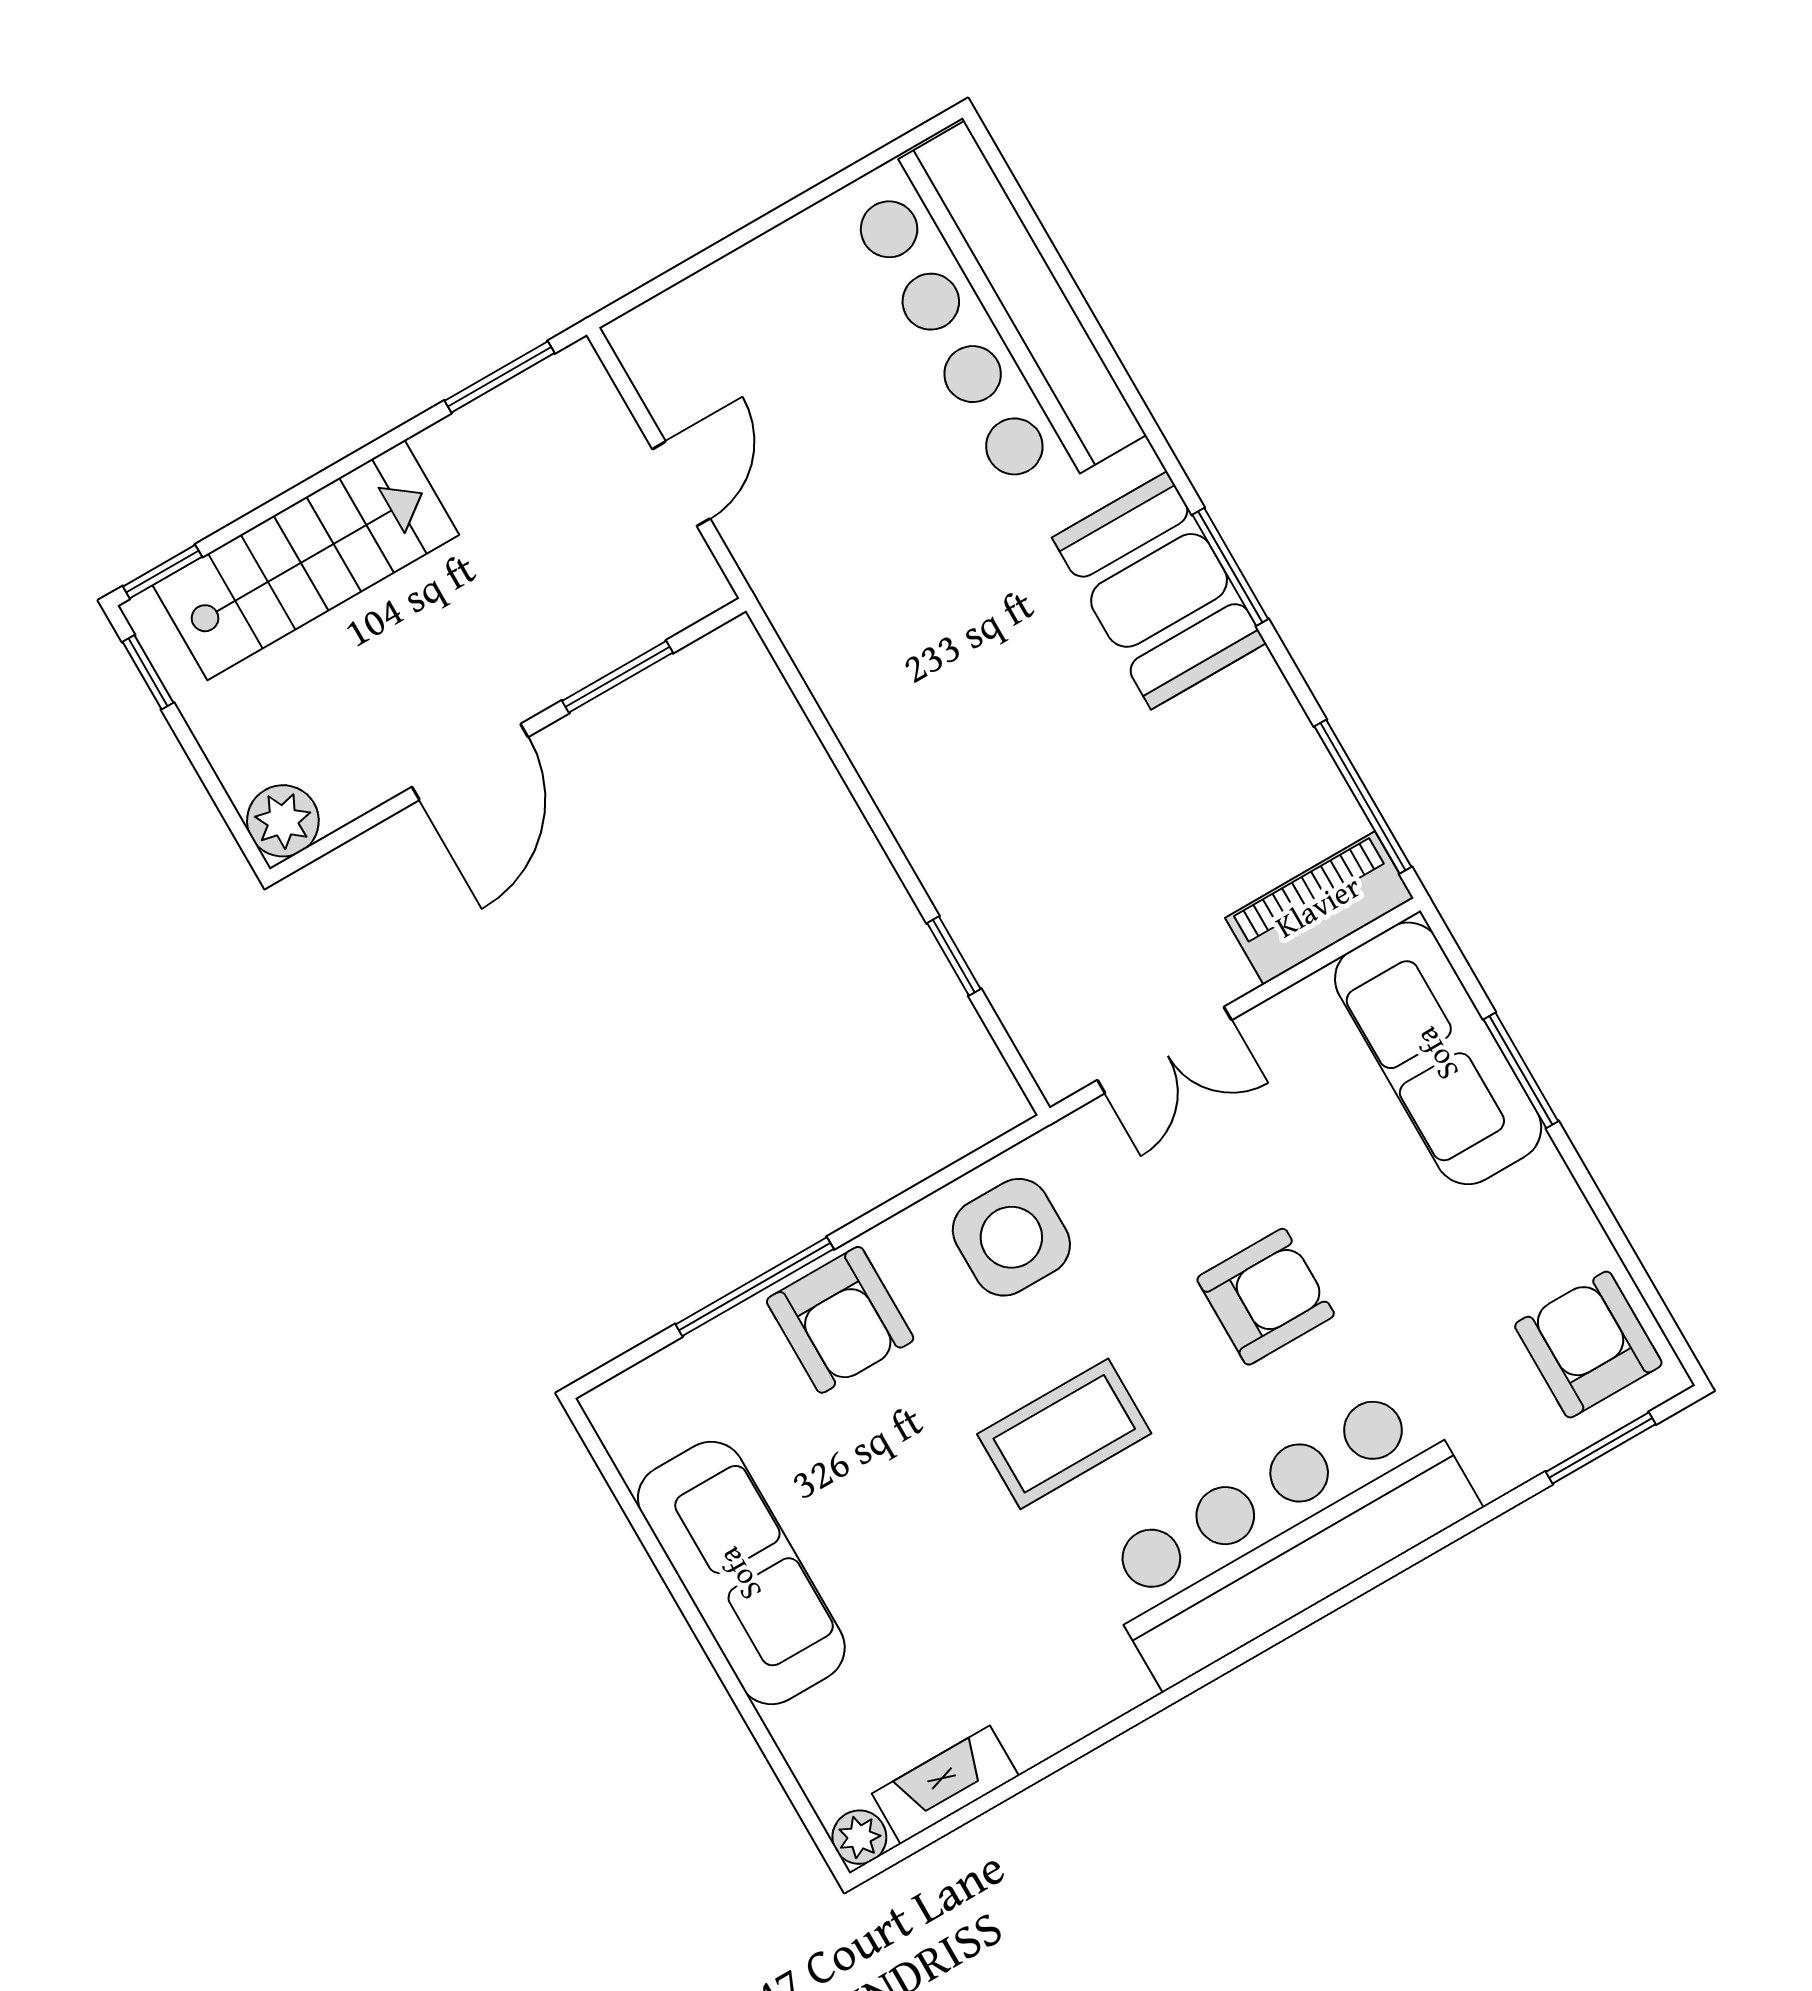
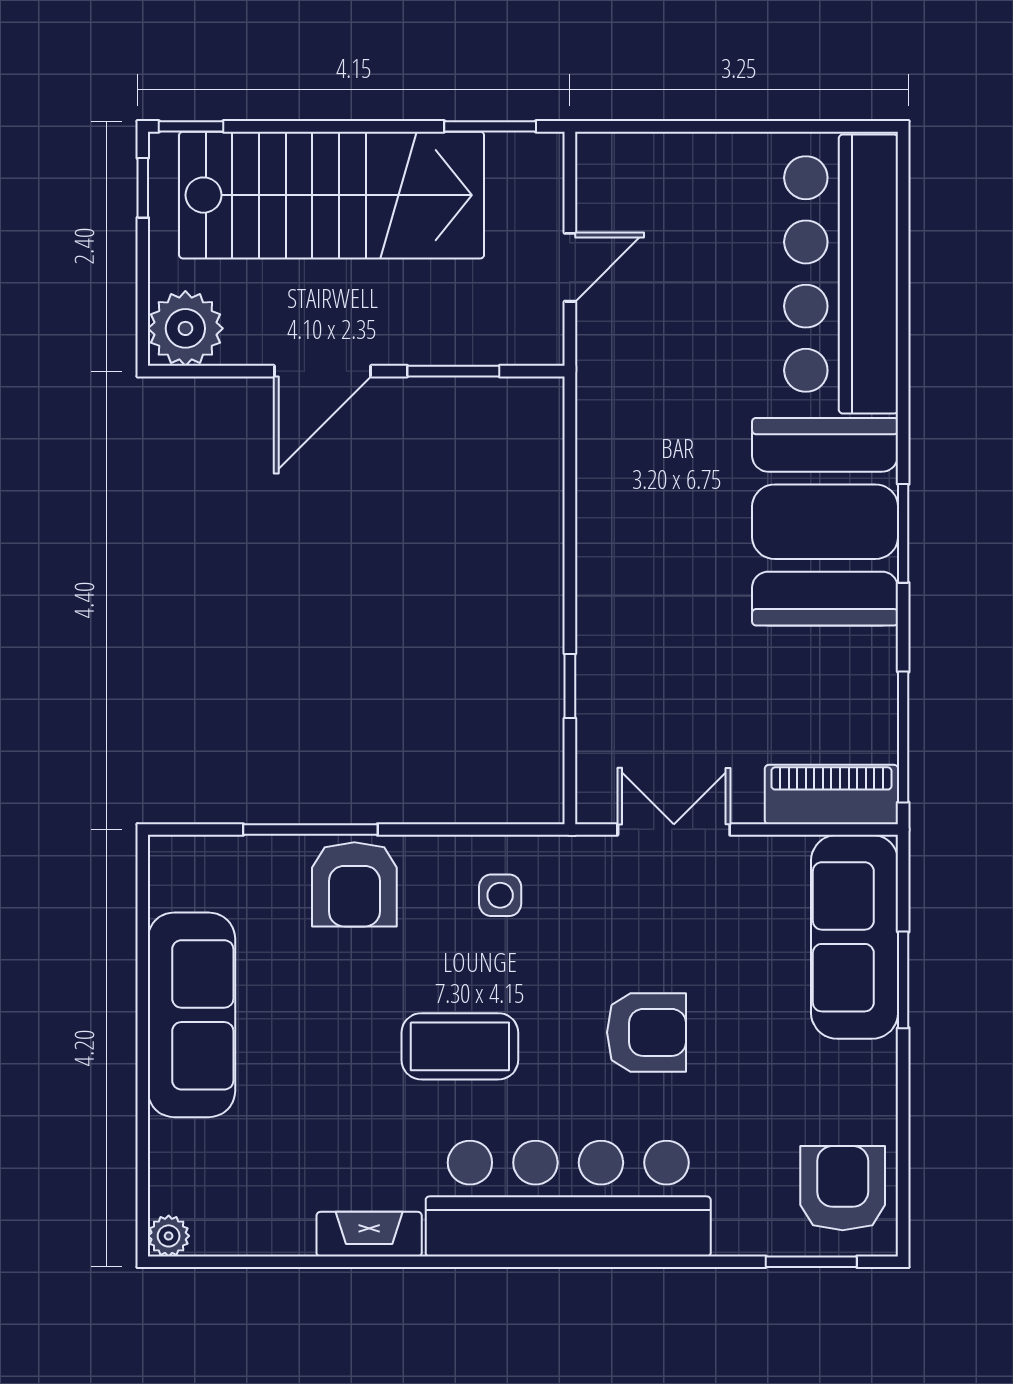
stairs: (306, 560) -> (332, 195), width x1.36, depth x1.51
booth: (1159, 590) -> (825, 522), width x1.36, depth x1.42
plant: (283, 821) -> (185, 328), width x1.36, depth x1.36
double door: (1164, 1050) -> (674, 829), swing flipped
side table: (1011, 1237) -> (500, 895), width x0.54, depth x0.54
fireplace: (945, 1785) -> (369, 1234), moved

